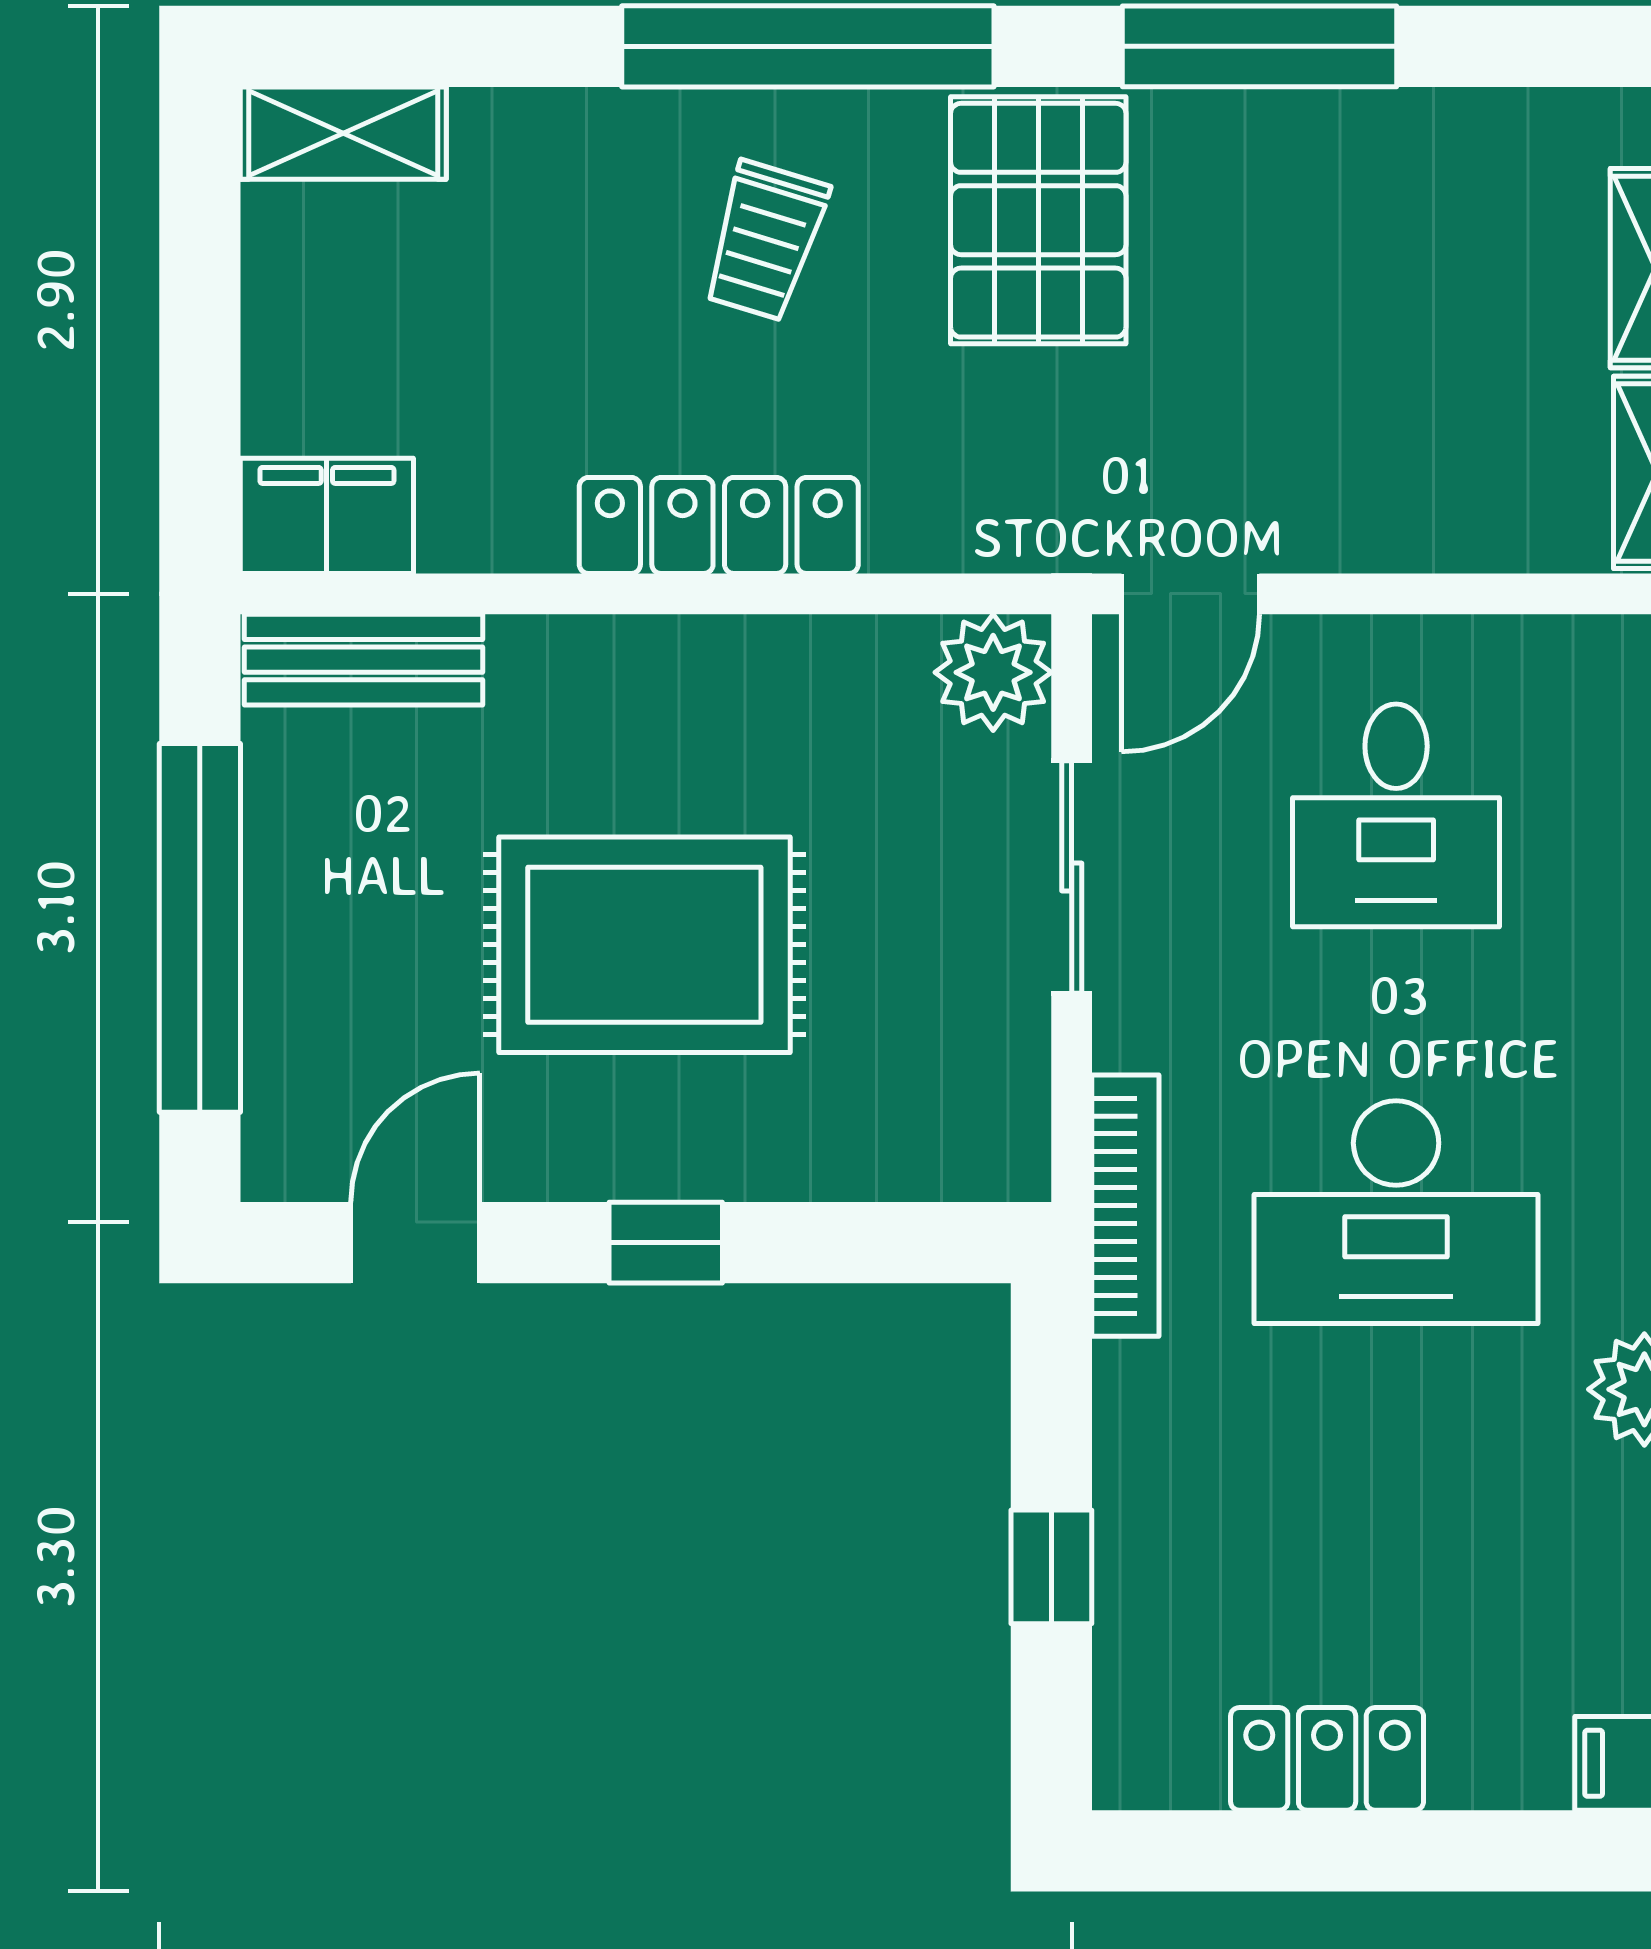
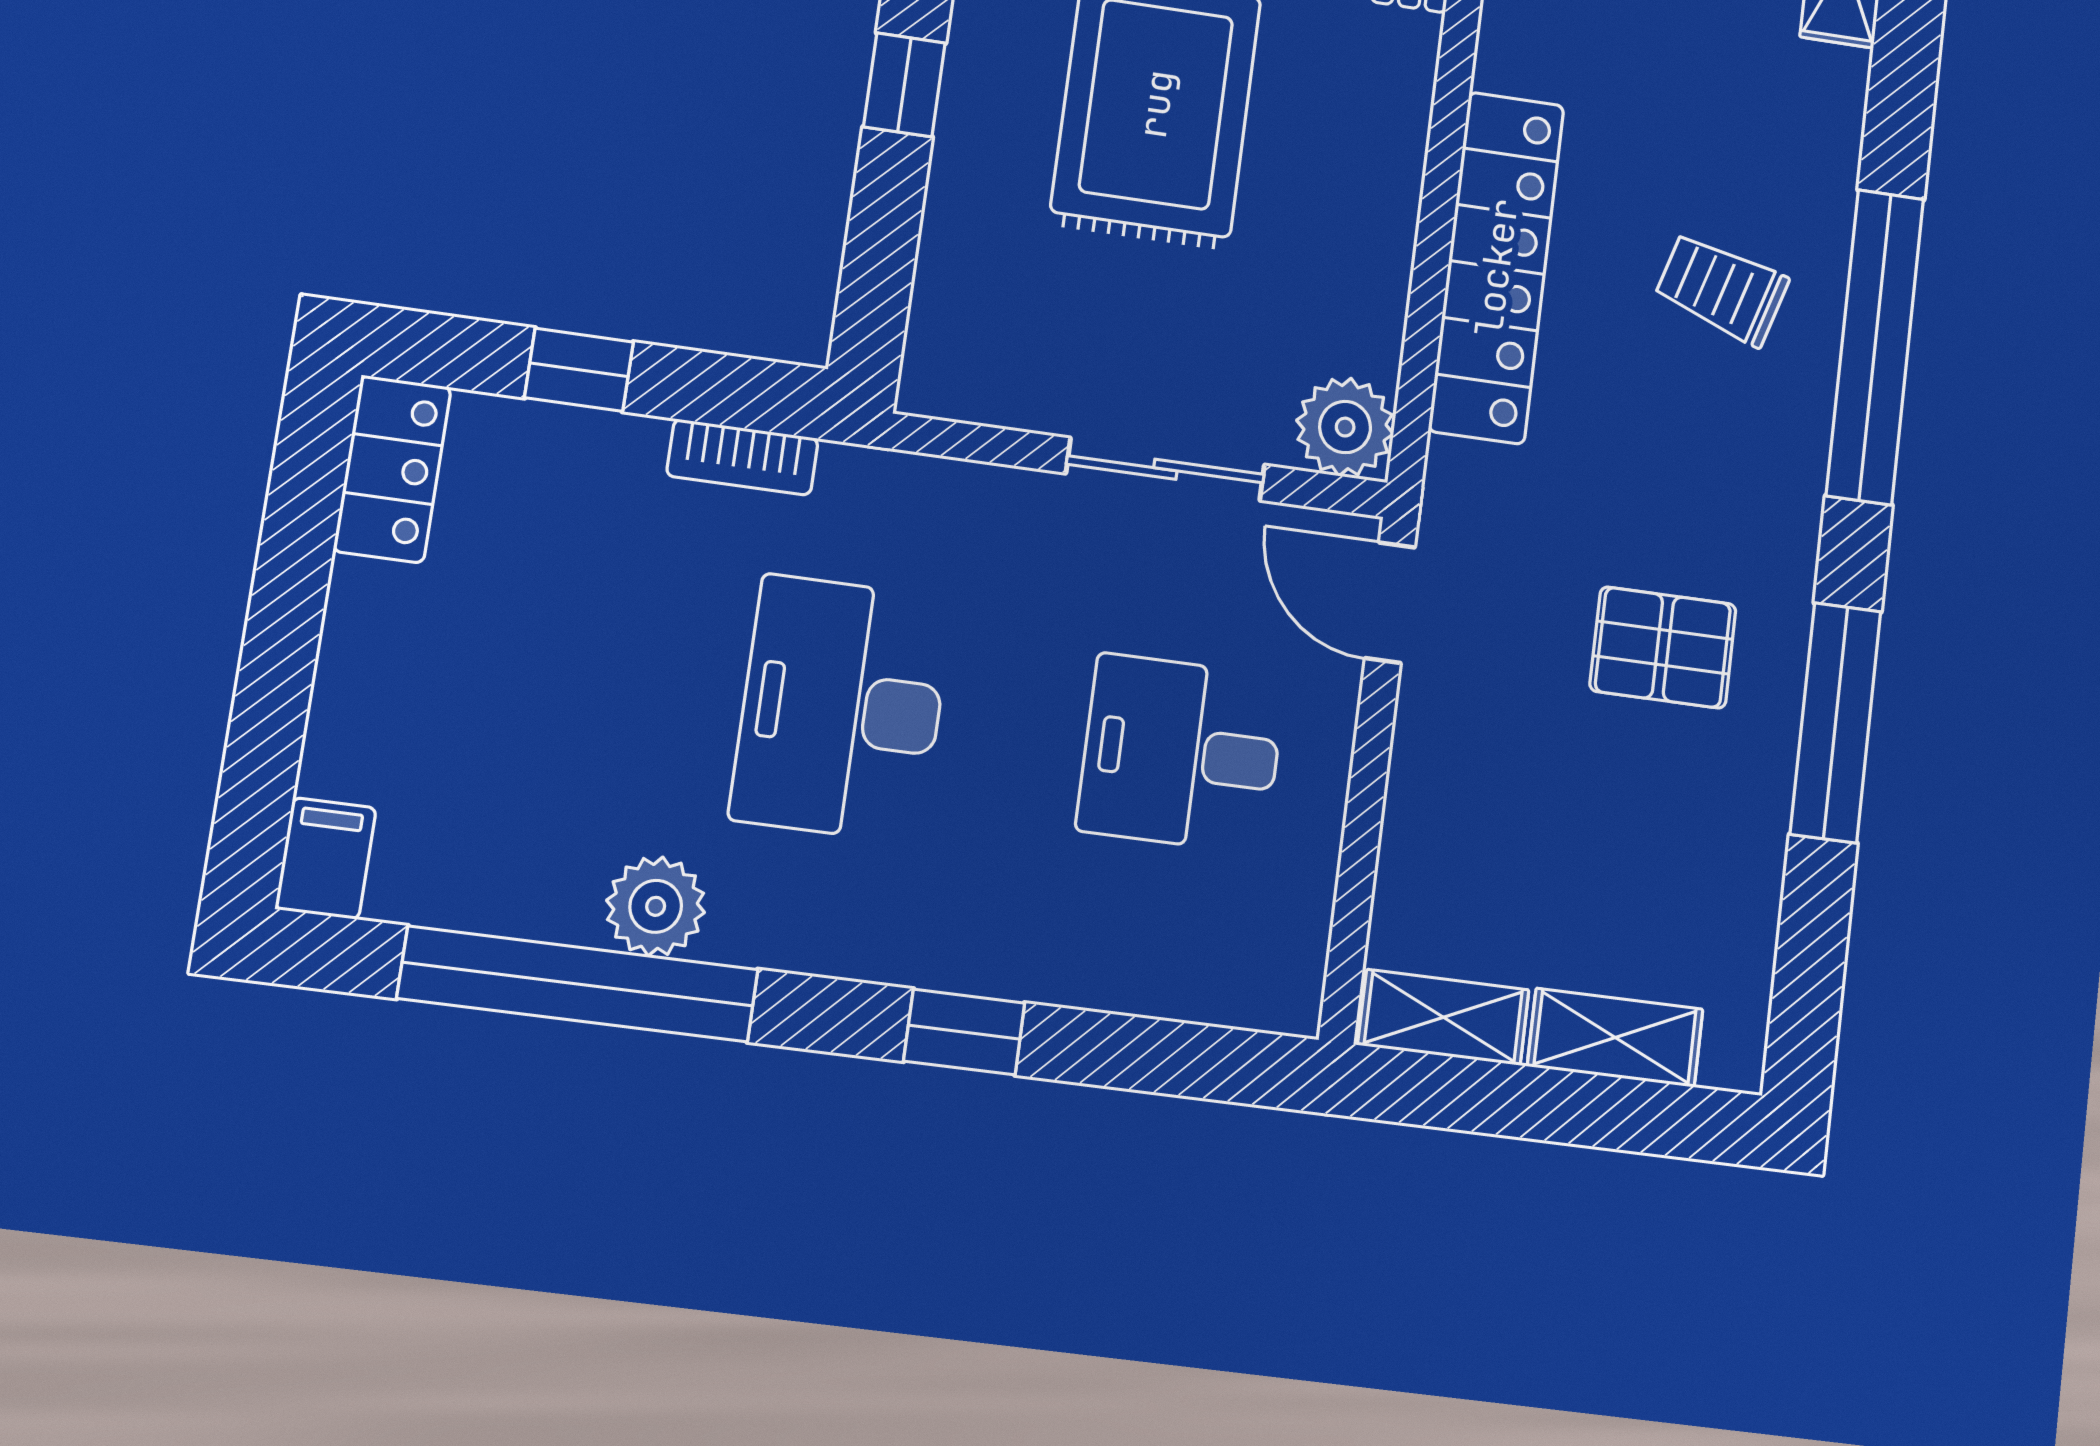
pallet: (1038, 220) -> (1663, 648), moved, width x0.67, depth x0.71
locker: (719, 525) -> (1496, 267), width x1.41, depth x1.21
bookcase: (1125, 1206) -> (742, 457), moved, width x0.64
locker: (1327, 1759) -> (392, 469), moved

